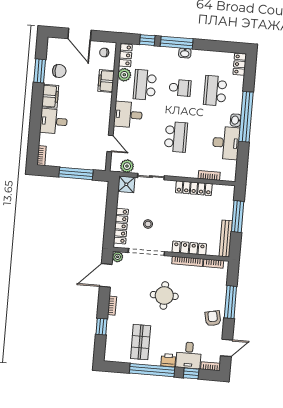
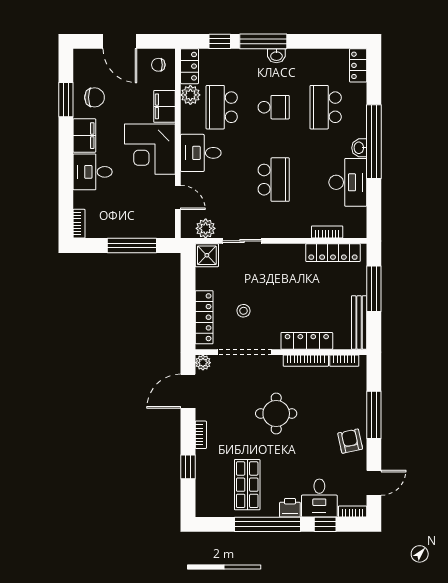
corner desk: (94, 109) -> (150, 149), added
locker: (194, 188) -> (333, 253), moved

